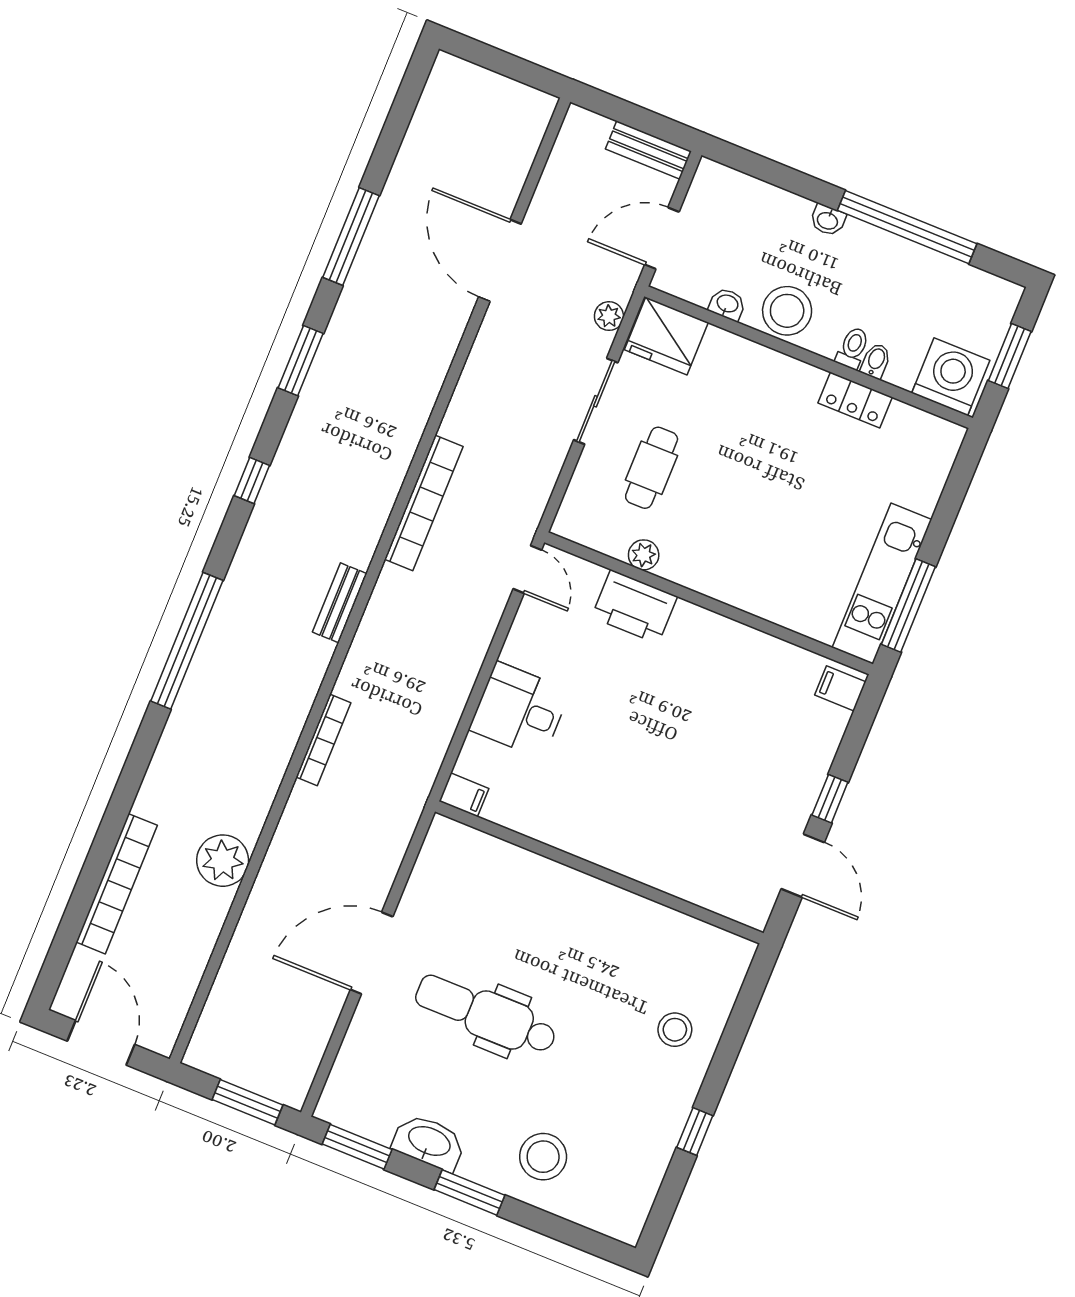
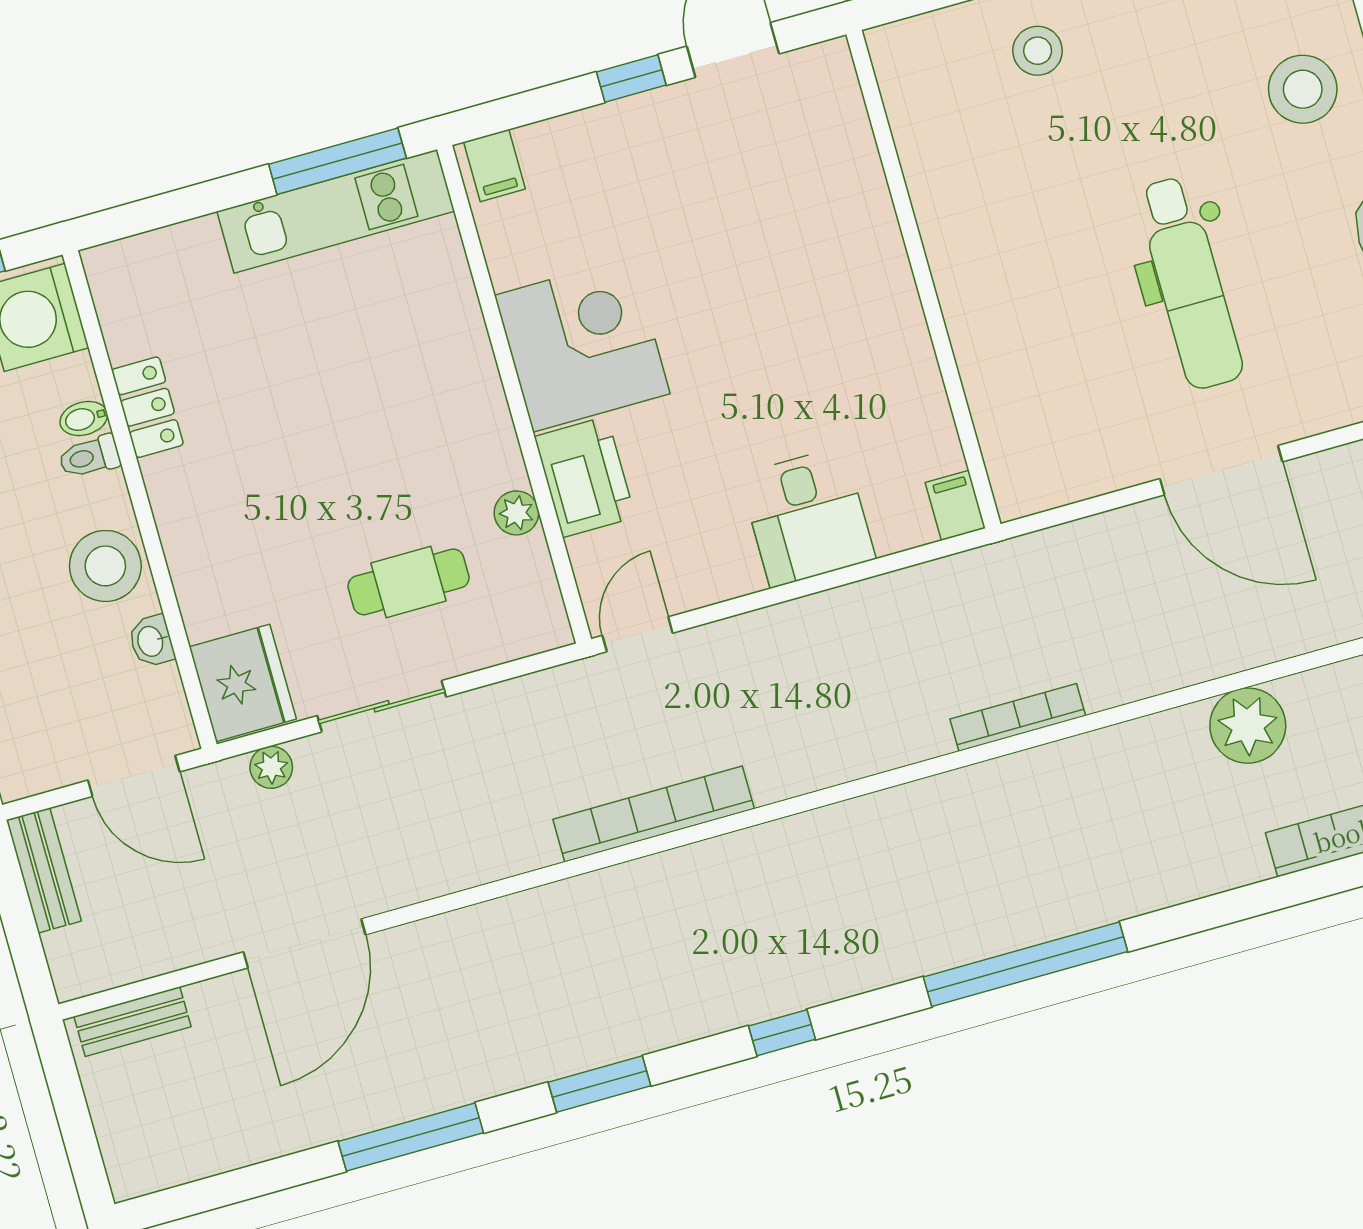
bench: (340, 603) -> (132, 1022), moved
corner desk: (707, 661) -> (582, 344), added

